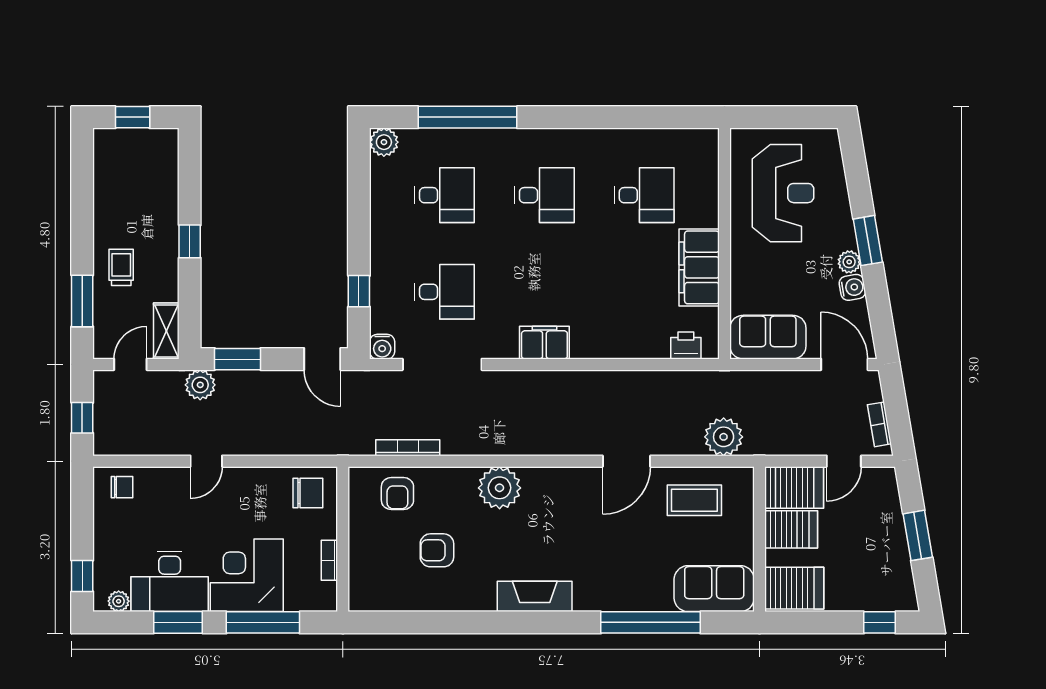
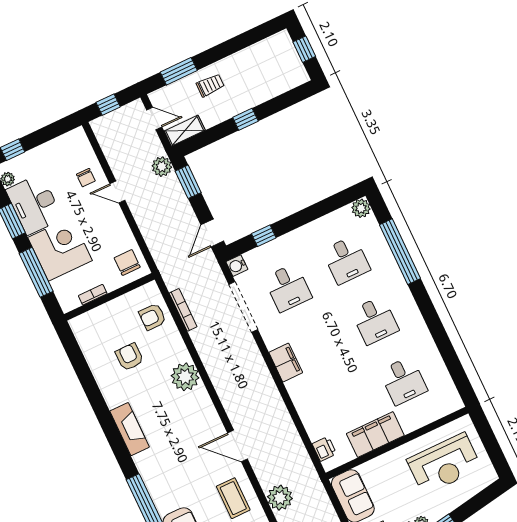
chair: (122, 487) -> (86, 178), moved
chair: (308, 493) -> (127, 262), turned 180

